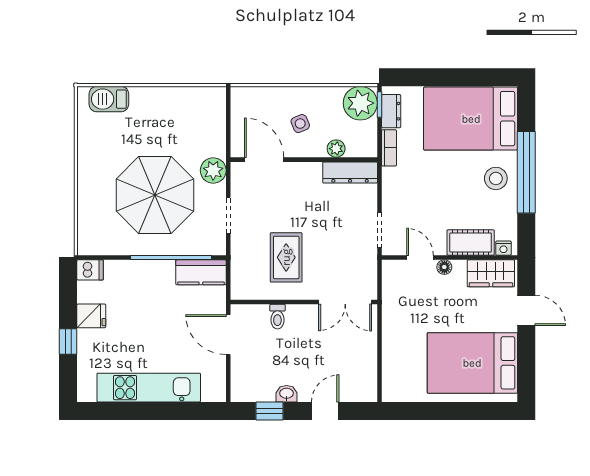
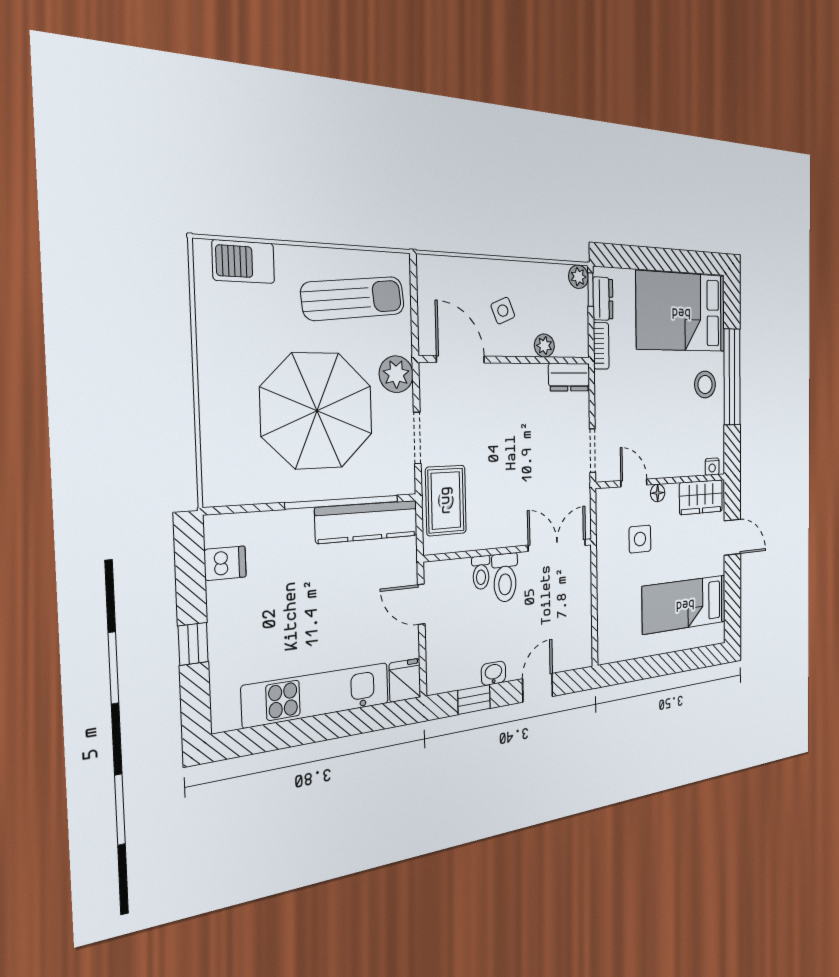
plant: (360, 103) -> (578, 277), width x0.53, depth x0.53
sun lounger: (183, 119) -> (353, 298), added
dresser: (350, 173) -> (569, 377), width x0.70
cot: (471, 243) -> (682, 462), removed
rug: (286, 257) -> (446, 500), moved
dishwasher: (90, 270) -> (225, 563), moved
kitchen counter: (201, 272) -> (367, 522), width x1.50
double door: (345, 302) -> (557, 545), swing flipped
side table: (426, 304) -> (640, 539), added
fridge: (91, 316) -> (405, 680), moved, turned -90
toilet: (298, 322) -> (505, 578), added
door: (228, 335) -> (421, 604), width x0.73
bed: (472, 363) -> (685, 604), width x0.67

